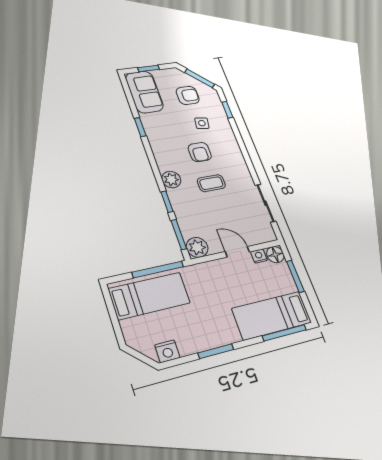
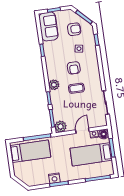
door: (237, 252) -> (82, 131), hinge flipped
bed: (272, 316) -> (91, 154), moved
nightstand: (167, 351) -> (54, 178), moved

